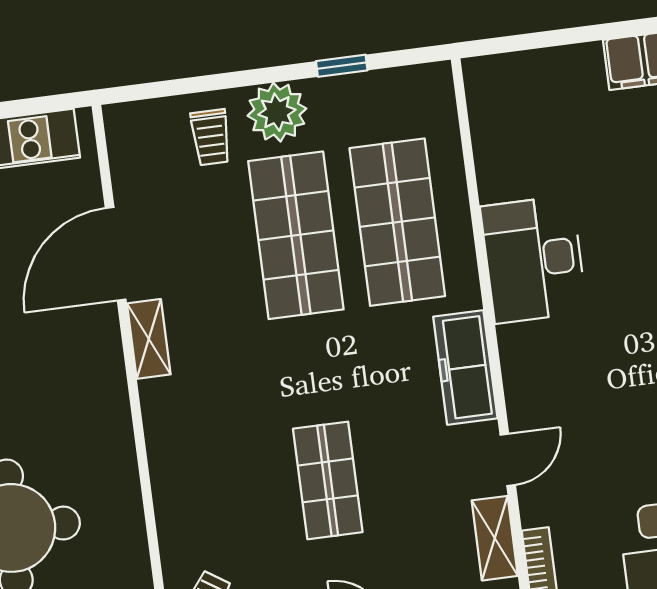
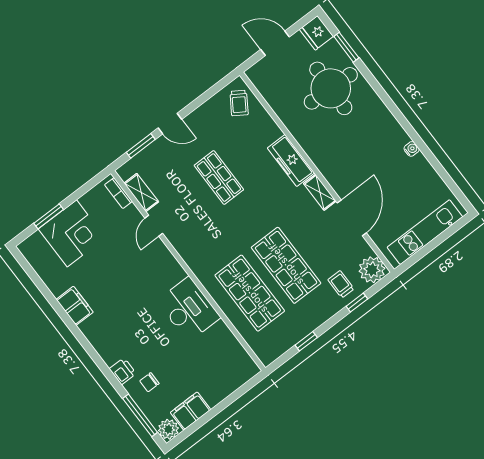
window: (200, 84) -> (357, 303), added
plant: (277, 112) -> (372, 270), moved
freezer: (465, 367) -> (291, 160), moved, turned 180

